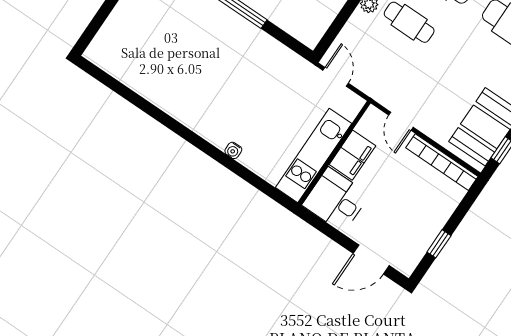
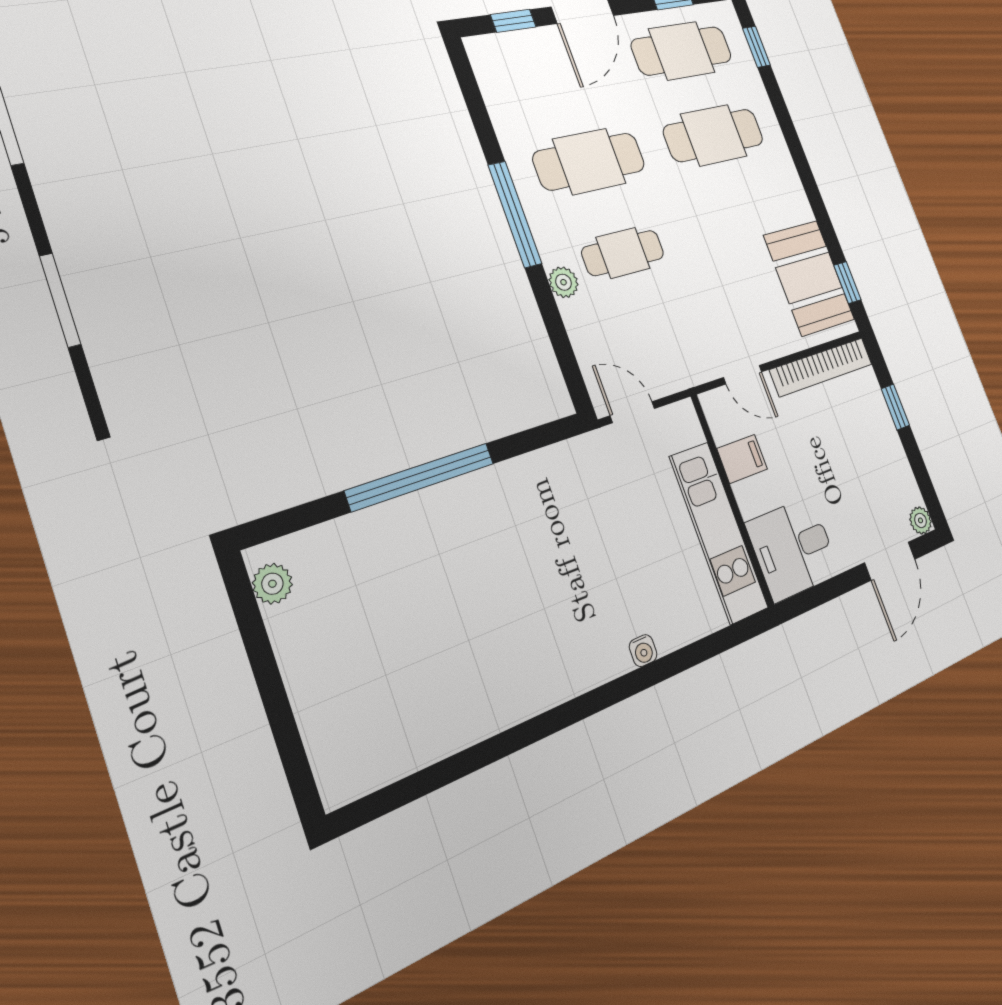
filing cabinet: (352, 155) -> (742, 459), width x0.50
window: (439, 244) -> (895, 407), moved
plant: (407, 267) -> (921, 520), added

